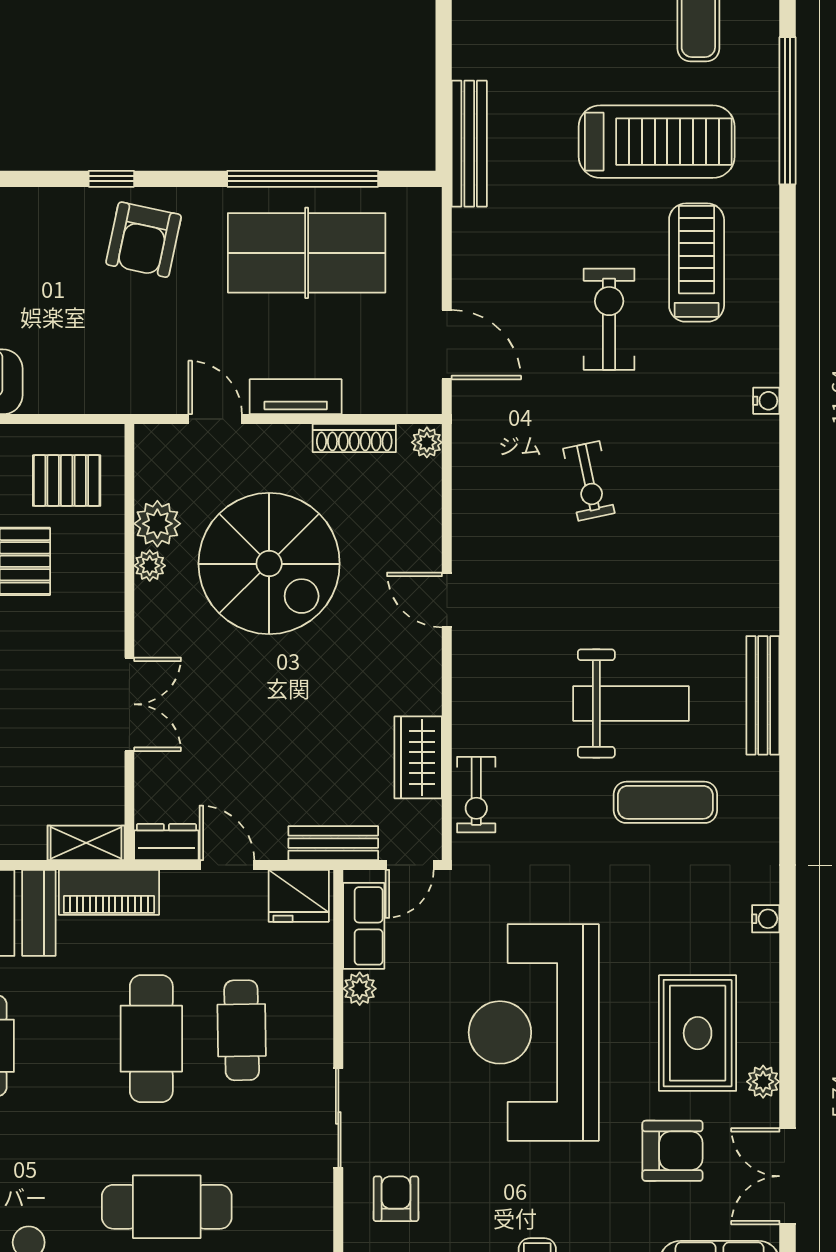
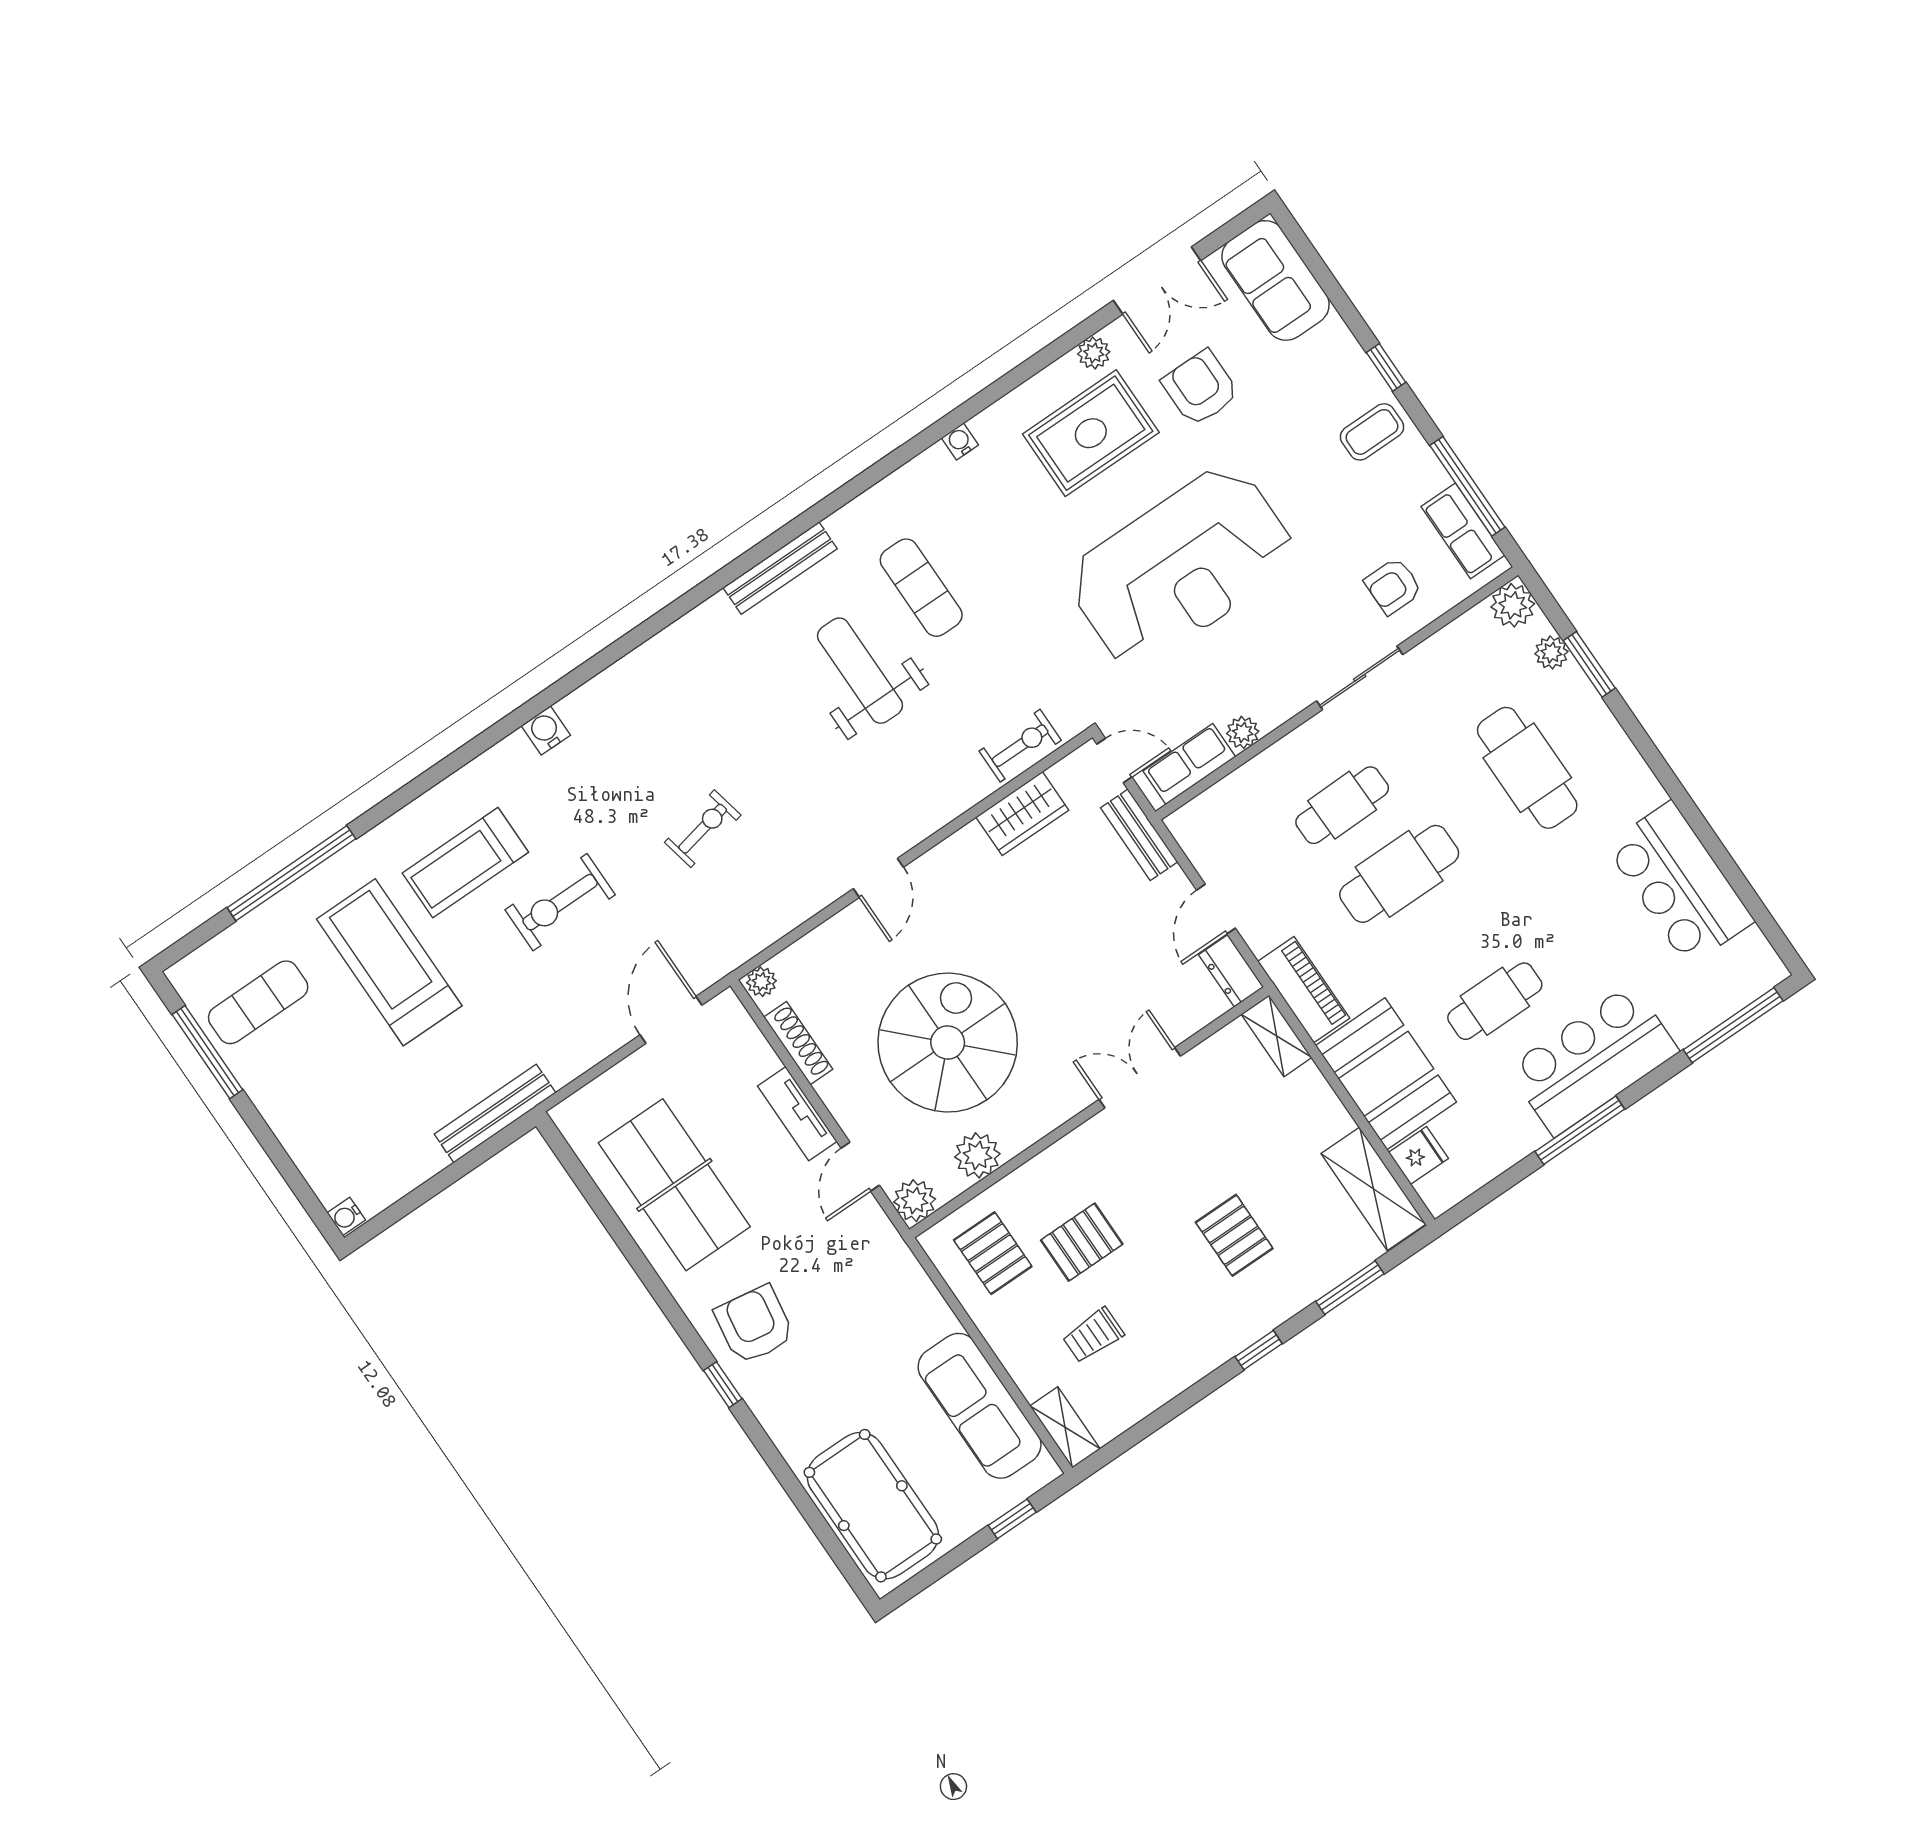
window: (303, 179) -> (616, 1229), removed
armchair: (144, 240) -> (754, 1325), turned -93
water cooler: (766, 401) -> (546, 730), width x1.38, depth x1.38
plant: (150, 566) -> (915, 1201), moved, width x1.38, depth x1.38
fridge: (299, 896) -> (1201, 834), removed

